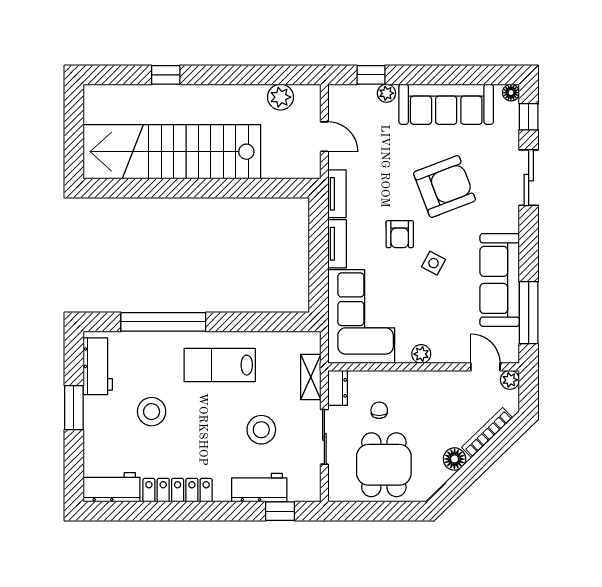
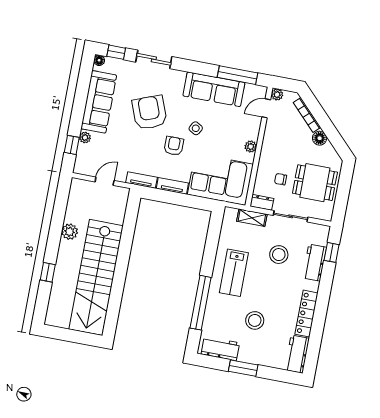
plant: (280, 97) -> (70, 232), moved
armchair: (400, 234) -> (174, 146), turned -90

